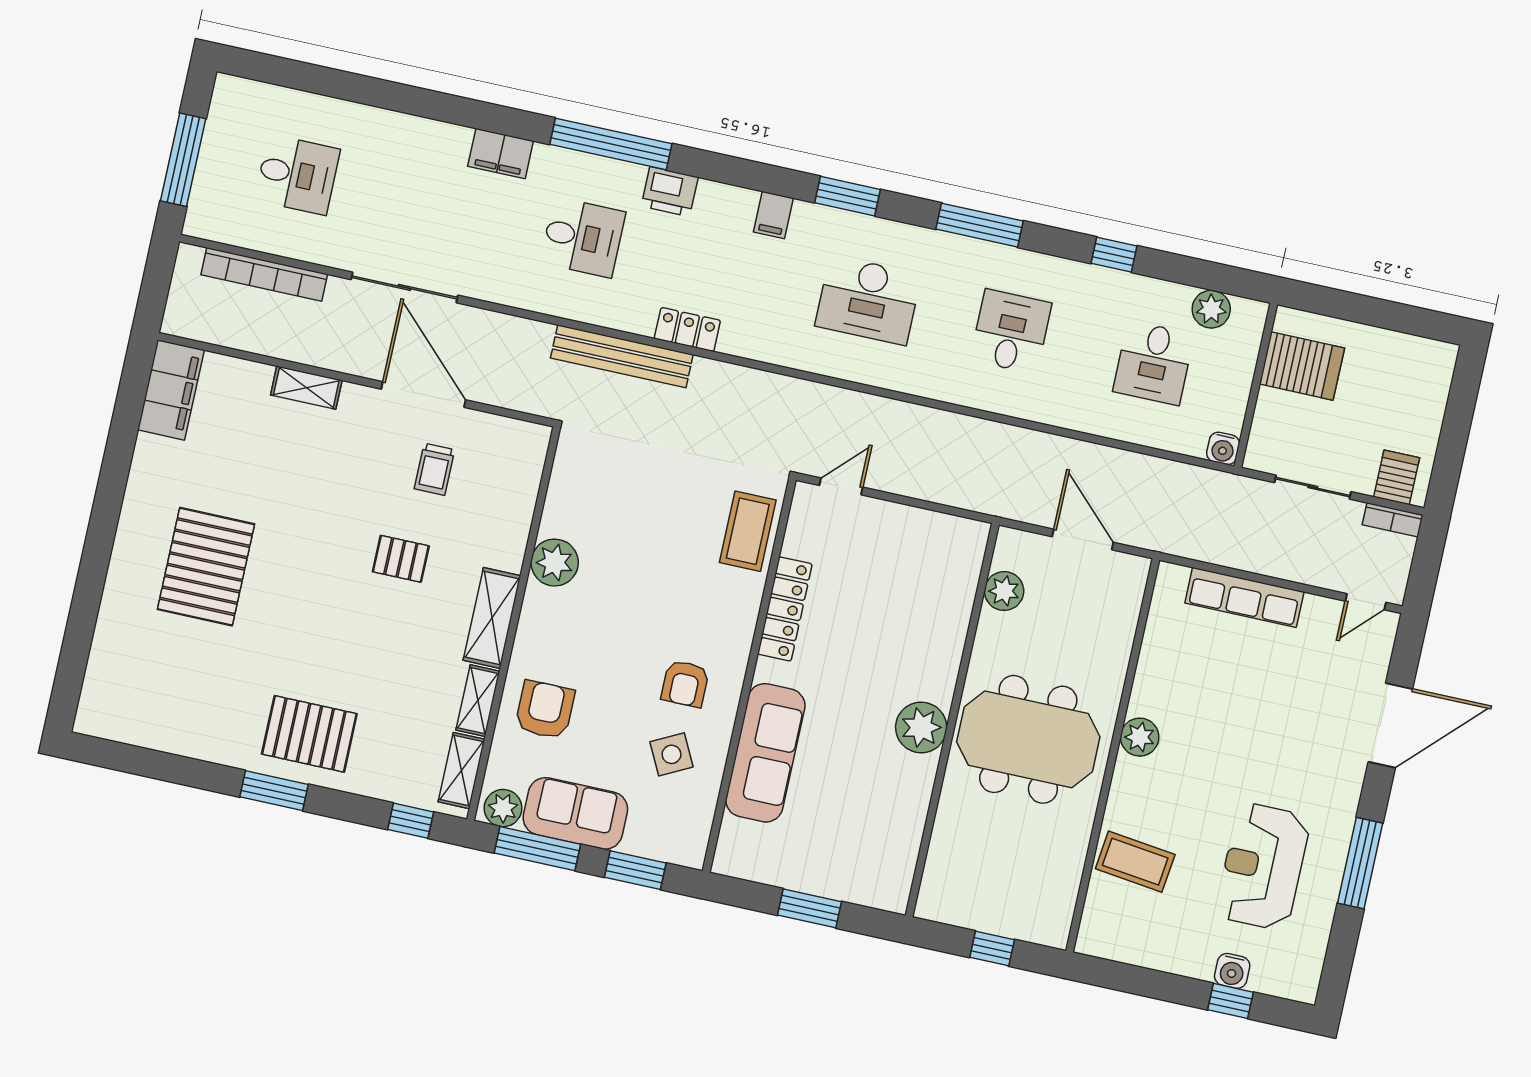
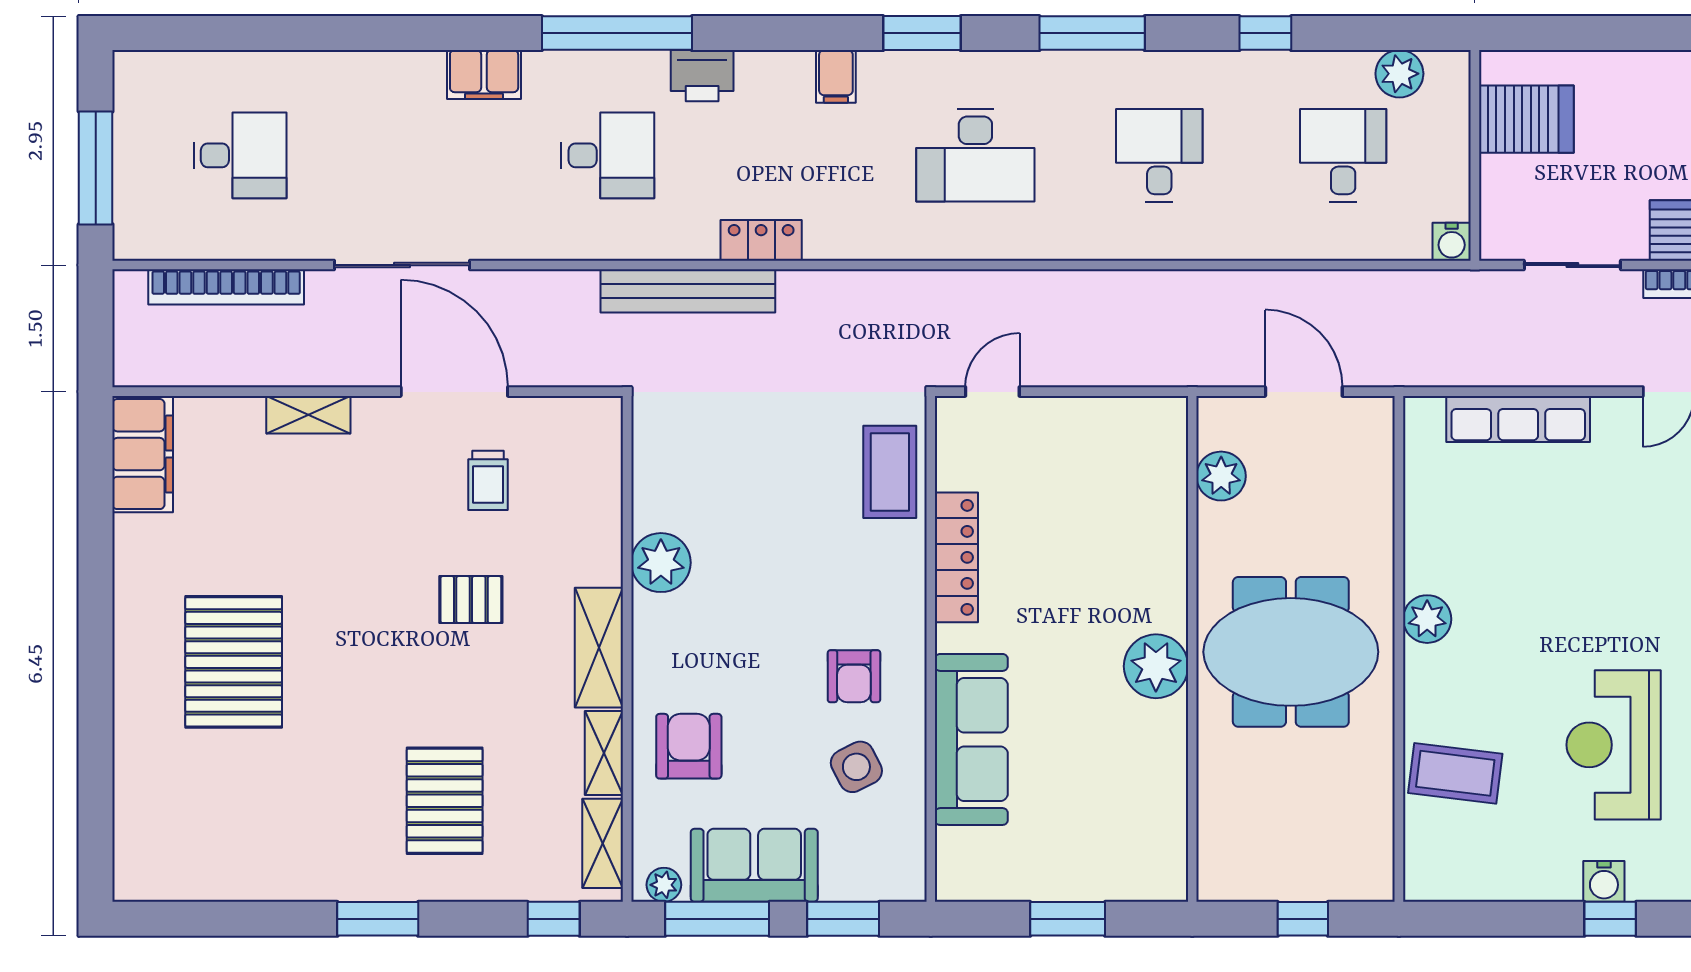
desk: (1154, 363) -> (1343, 155), turned 180
pallet: (309, 734) -> (445, 801), moved, turned 90
plant: (503, 808) -> (664, 885), width x0.73, depth x0.73

